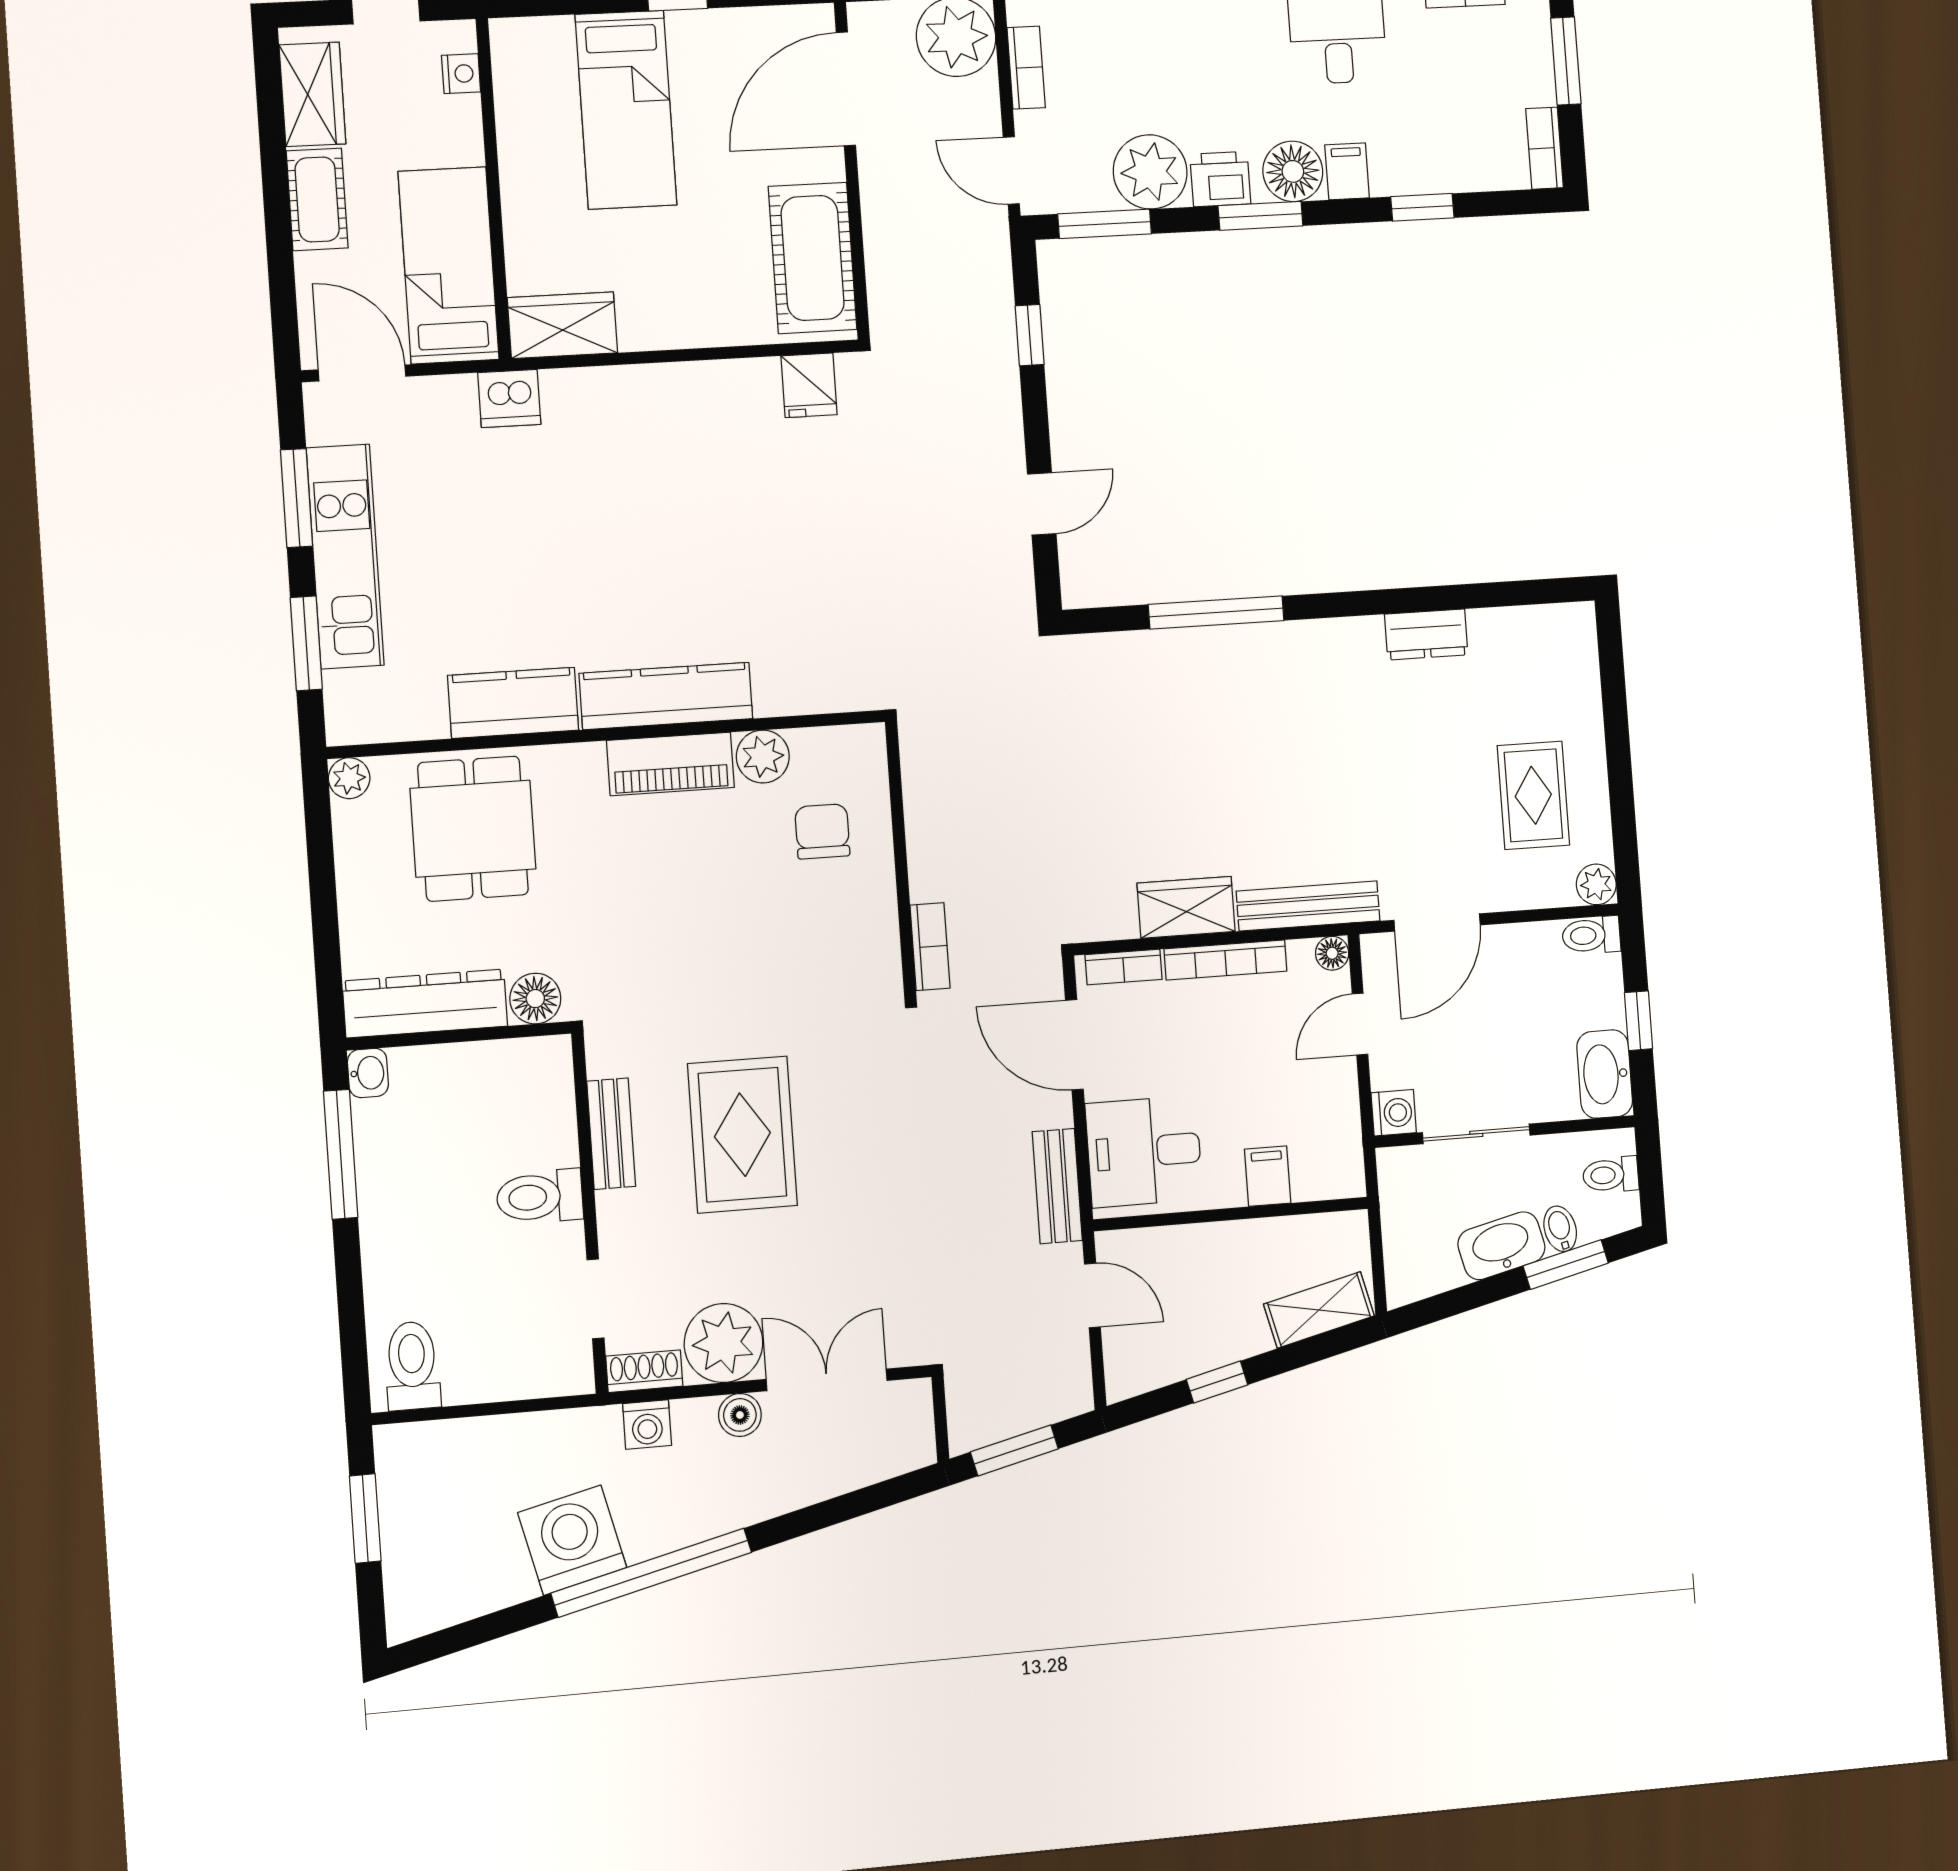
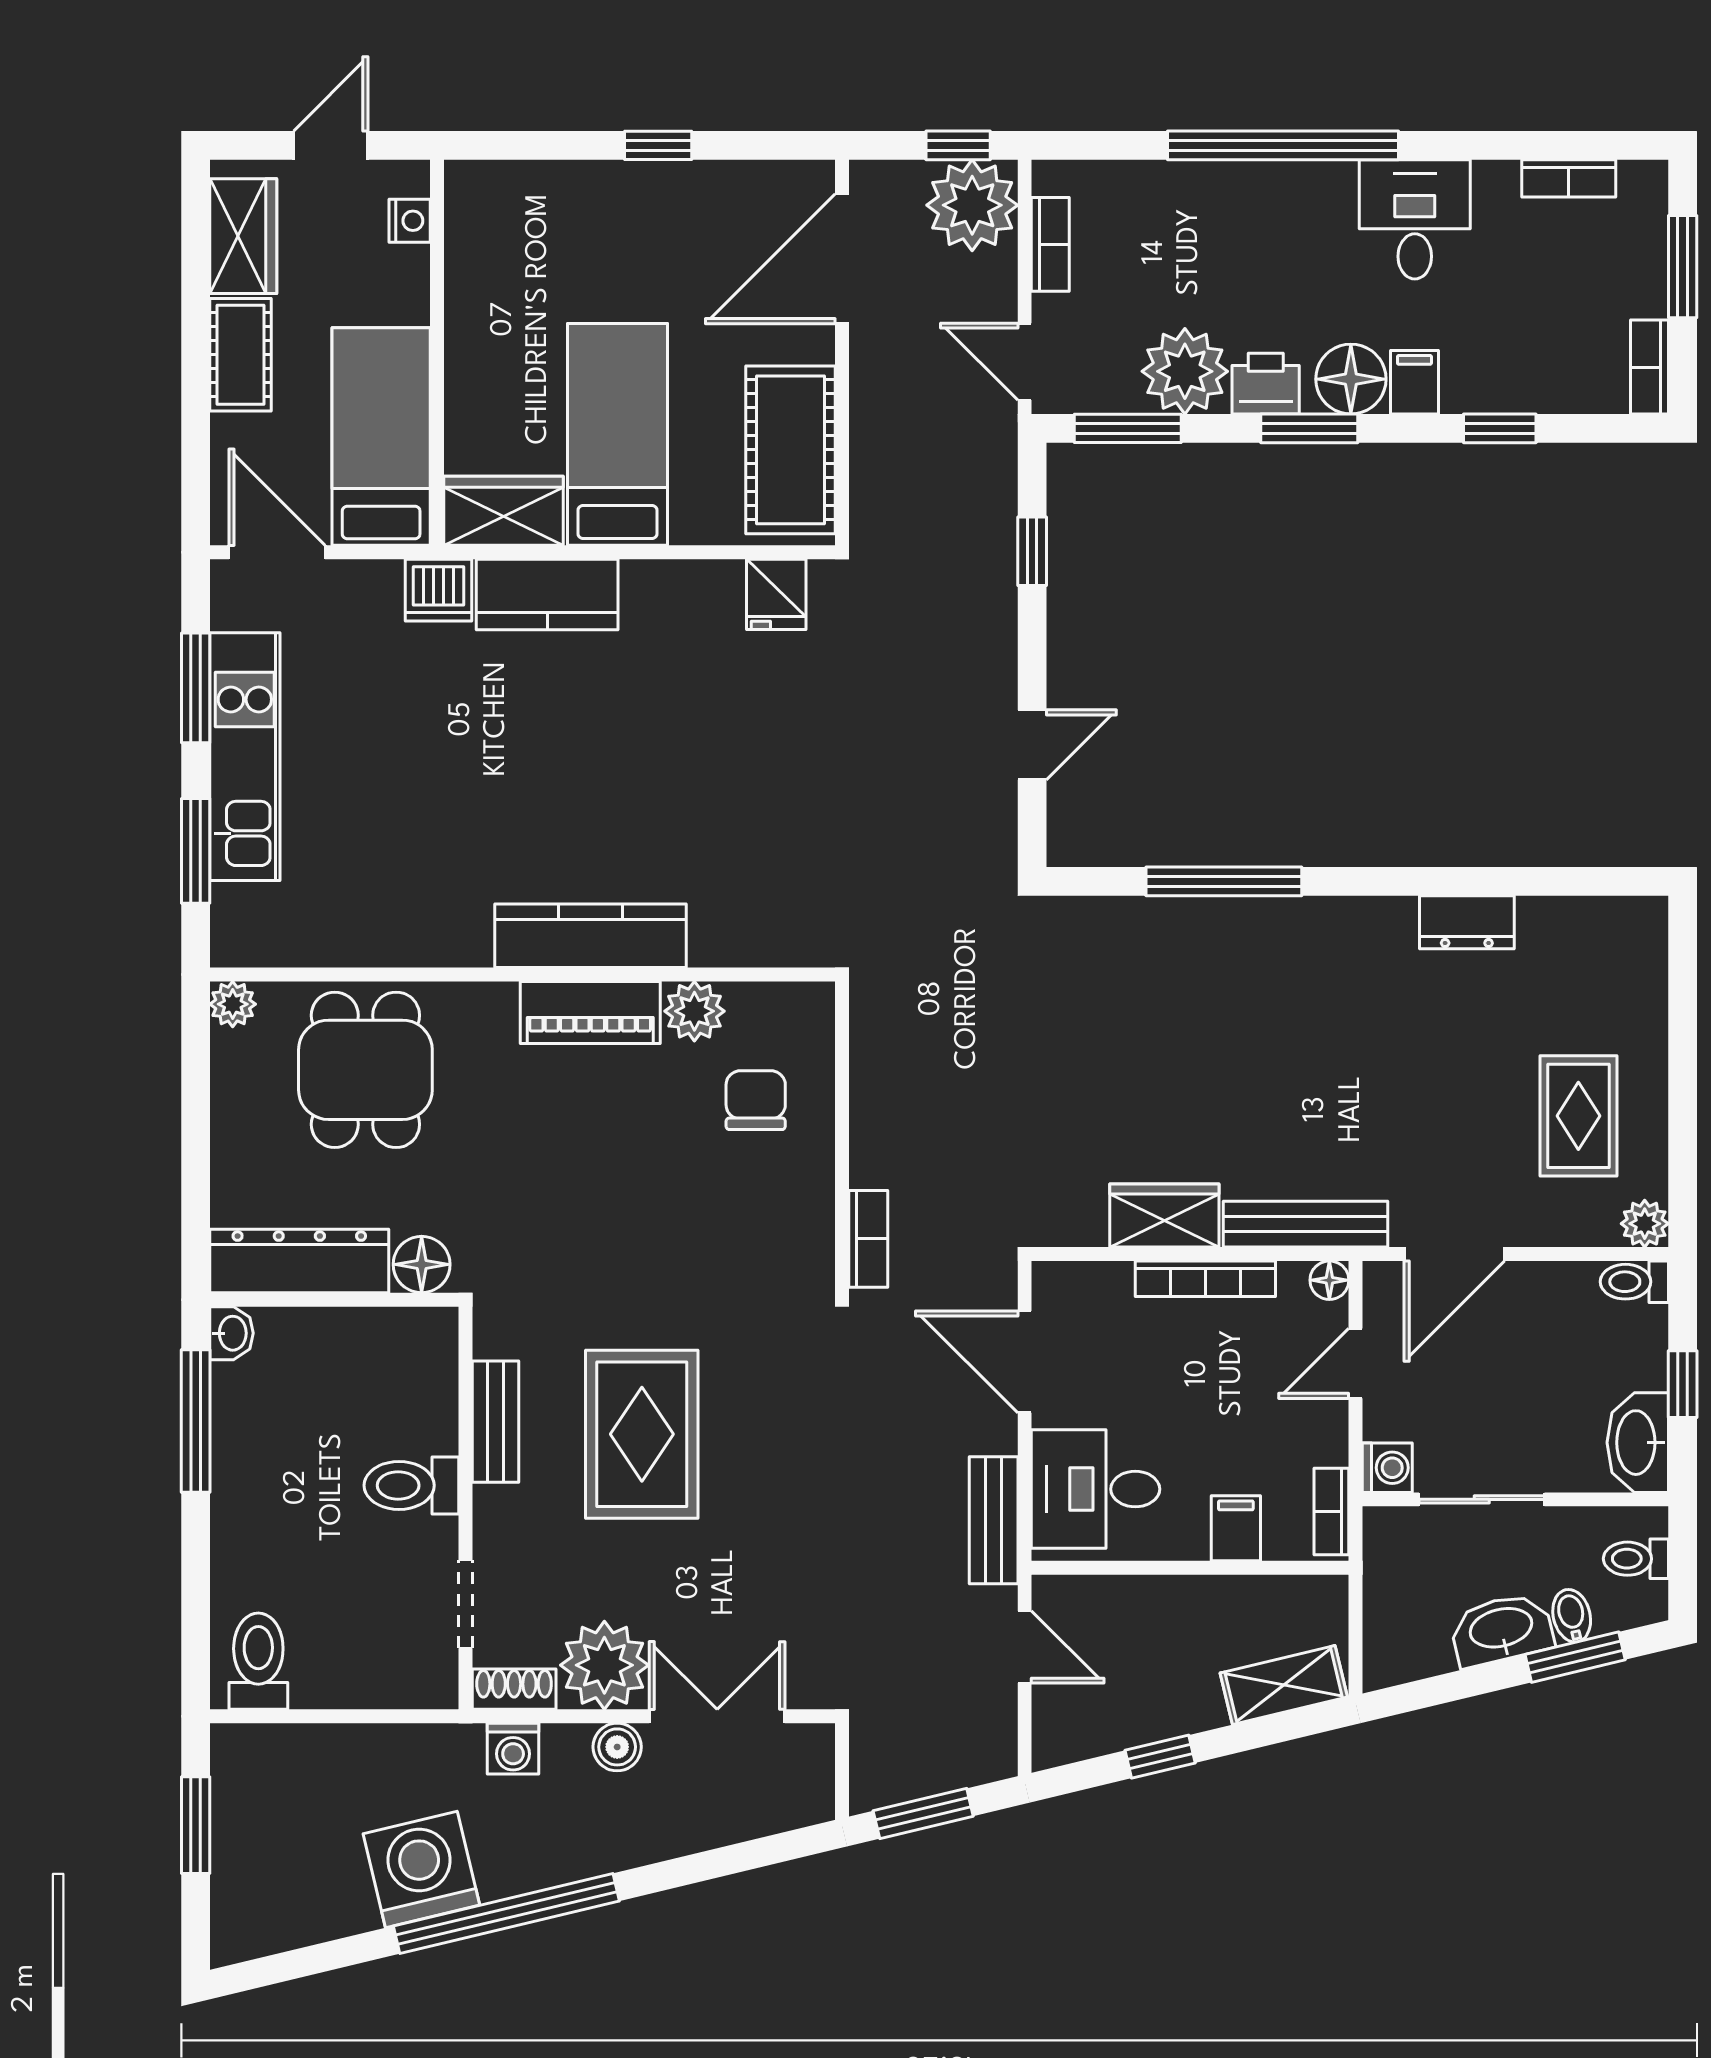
bed: (626, 110) -> (617, 434), moved, turned 180
kitchen counter: (513, 703) -> (547, 594), moved, turned 180
bookcase: (1124, 967) -> (1331, 1511), moved, turned 90

